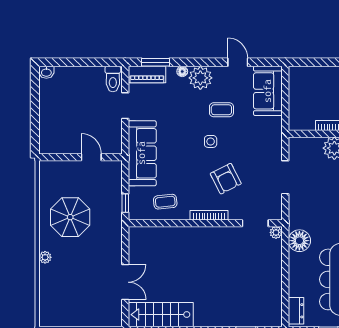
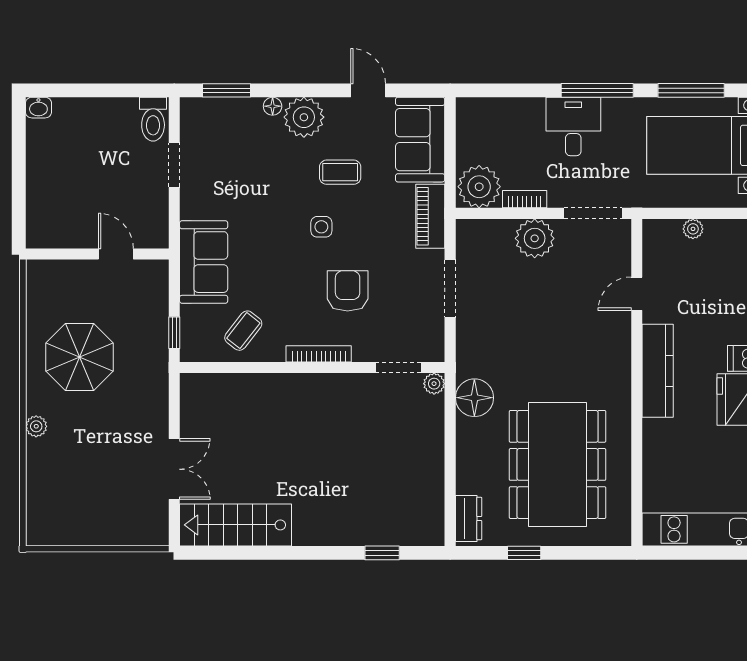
piano: (147, 75) -> (430, 216), moved, turned 90
plant: (302, 118) -> (479, 187), added
sofa: (142, 153) -> (204, 262), width x0.73
armchair: (226, 179) -> (348, 291), turned -153
coffee table: (165, 202) -> (243, 331), turned -46

